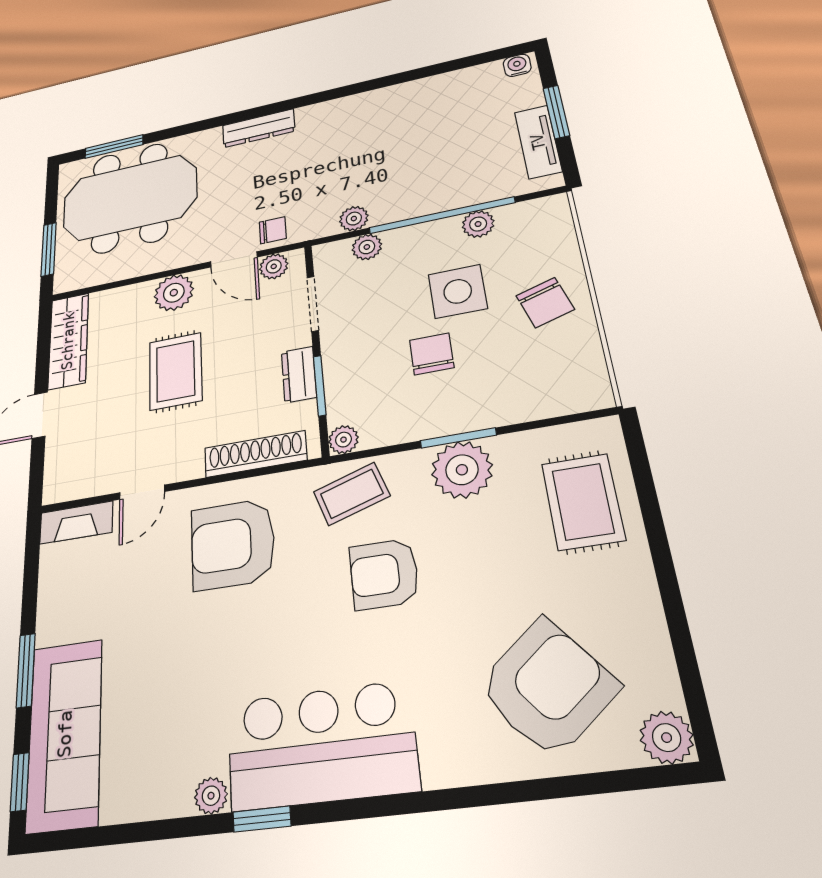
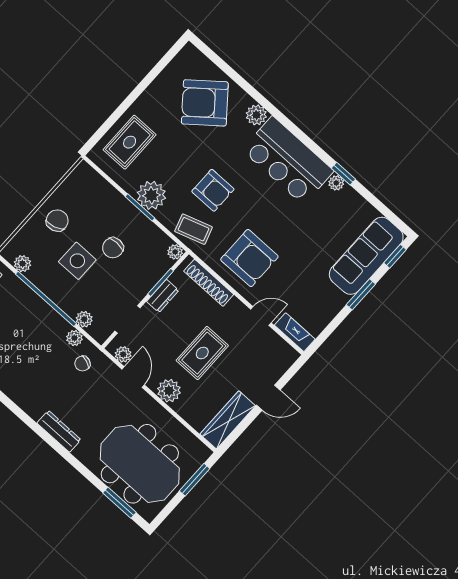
plant: (478, 224) -> (22, 264), moved
chair: (273, 230) -> (82, 364), moved, turned -69
plant: (667, 738) -> (256, 115), moved
window: (262, 819) -> (343, 174), moved

